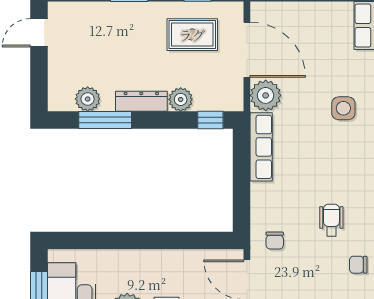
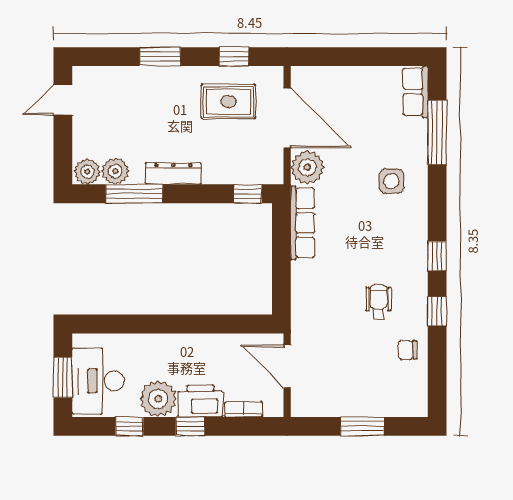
plant: (181, 99) -> (87, 172), moved
chair: (275, 241) -> (317, 324), removed

